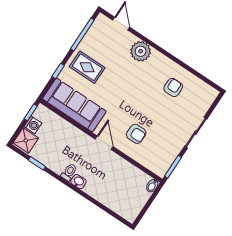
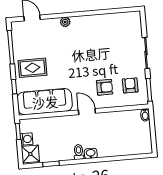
plant: (141, 51) -> (65, 22), width x0.53, depth x0.53
armchair: (173, 87) -> (130, 85), moved

